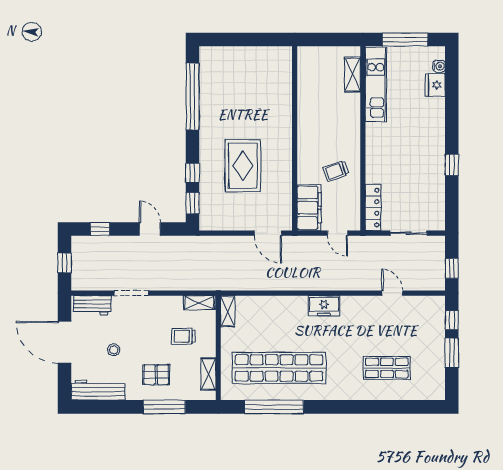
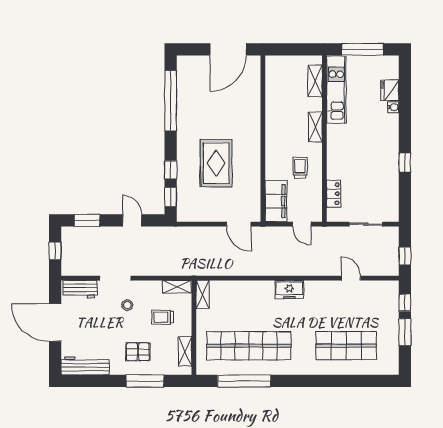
door: (256, 40) -> (228, 49), added
water cooler: (439, 66) -> (393, 107), moved
shelving: (353, 126) -> (315, 127), added
trolley: (336, 171) -> (300, 168), turned 109
locker: (373, 207) -> (334, 194), width x0.66
window: (100, 229) -> (87, 220), width x1.50
stool: (114, 350) -> (127, 305), moved
shop shelf: (387, 368) -> (346, 346), width x1.43, depth x1.36

